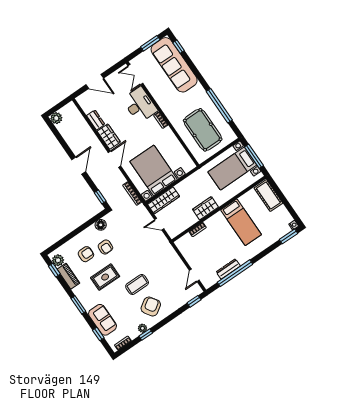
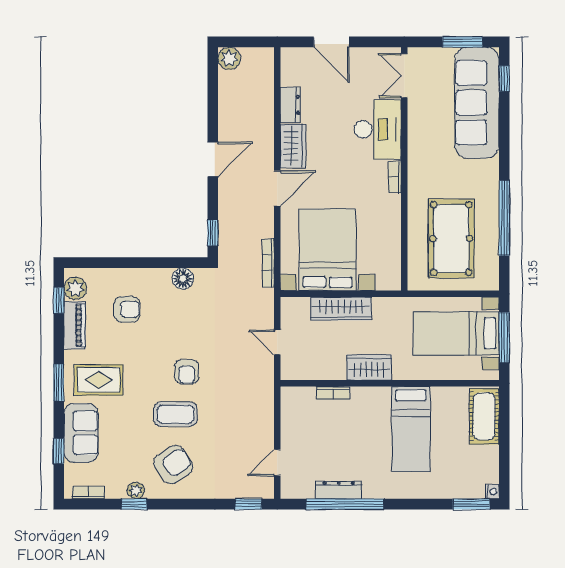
wardrobe: (164, 200) -> (341, 309), moved
armchair: (105, 247) -> (187, 372), moved
rug: (105, 277) -> (99, 380), moved

